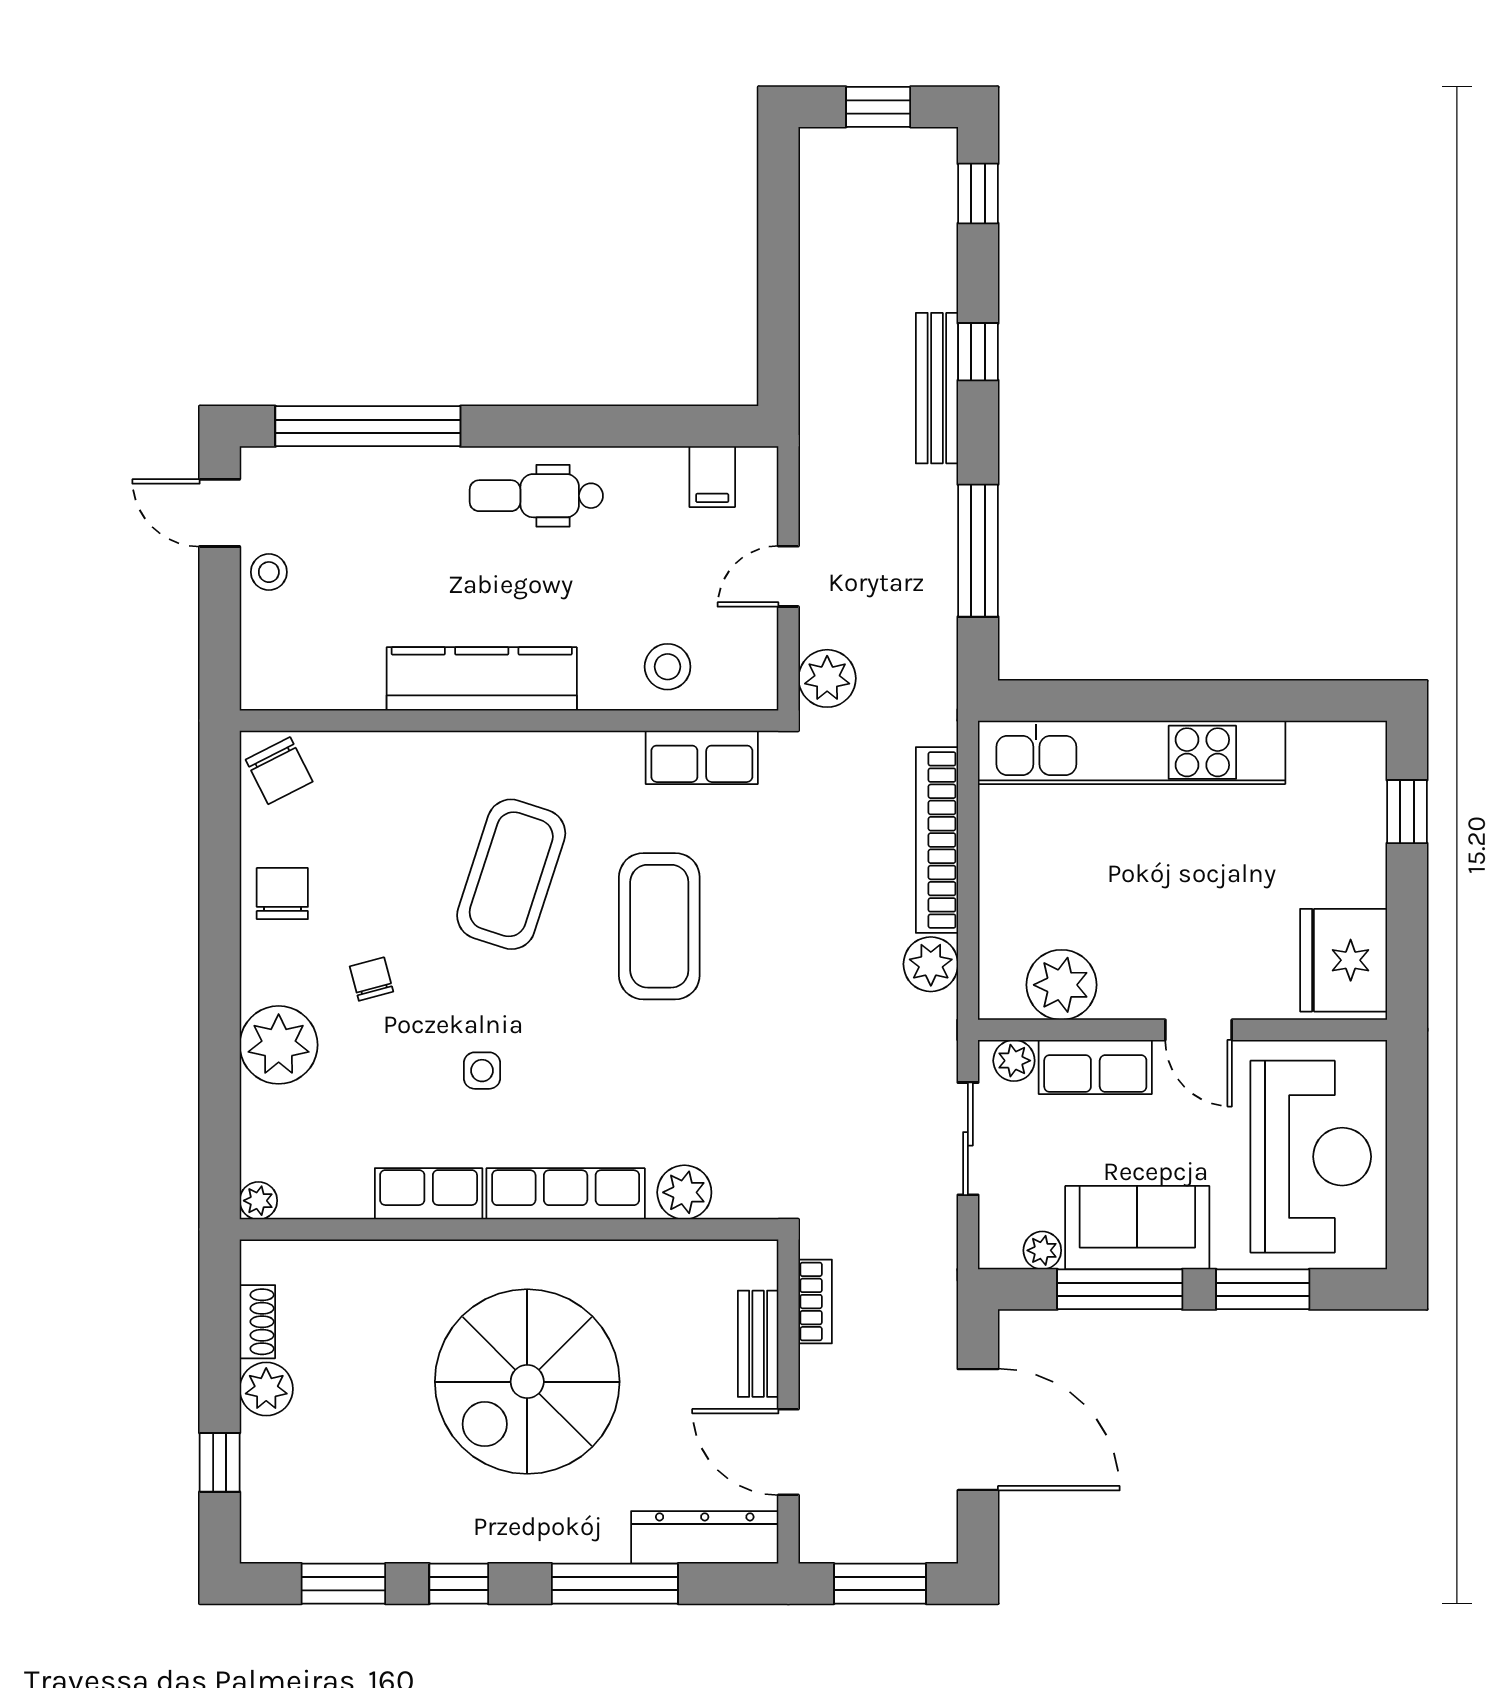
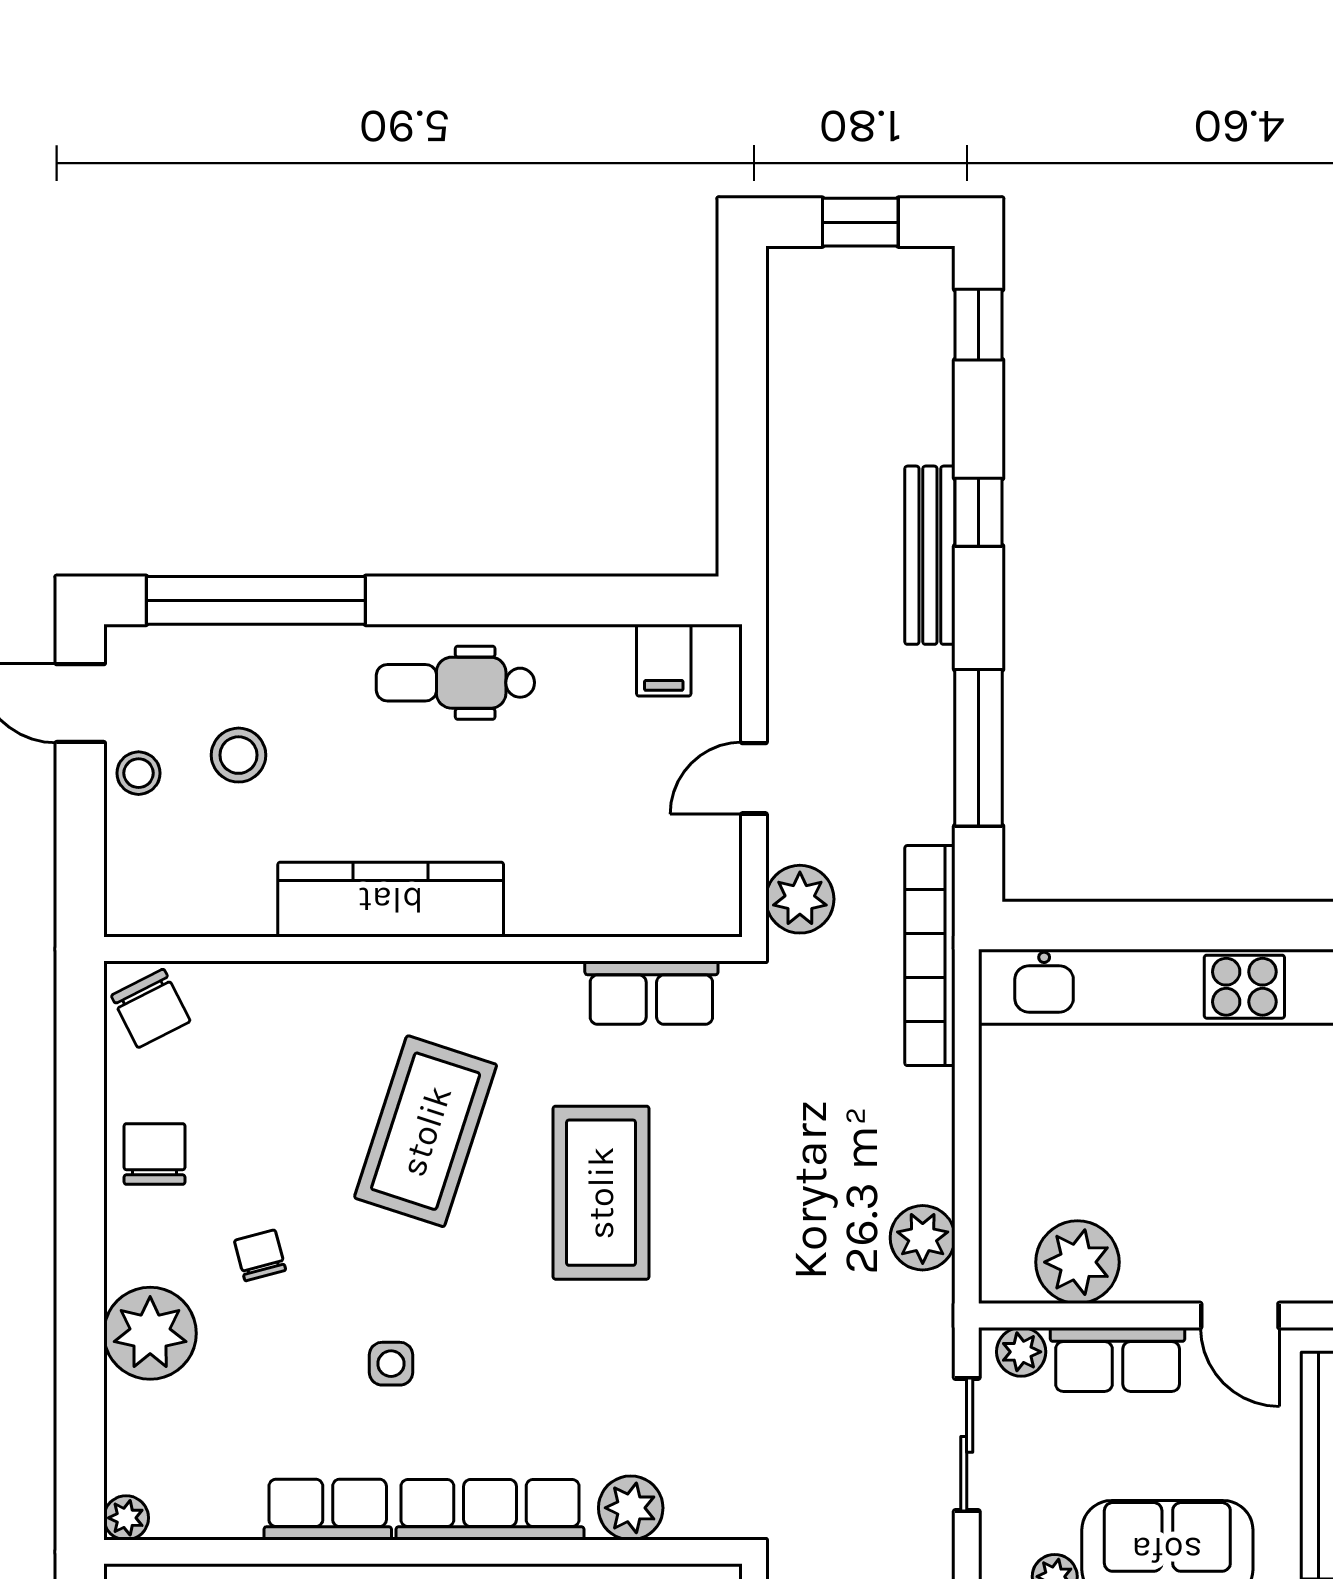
stool: (668, 667) -> (239, 755), moved
bookcase: (937, 840) -> (930, 956), moved

